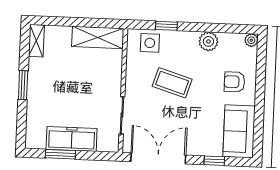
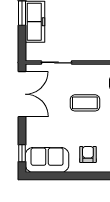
coffee table: (172, 83) -> (85, 103), turned 73
window: (214, 161) -> (22, 153), moved

